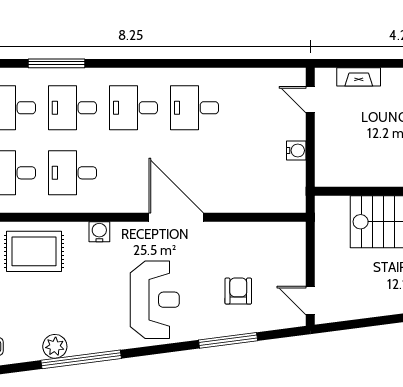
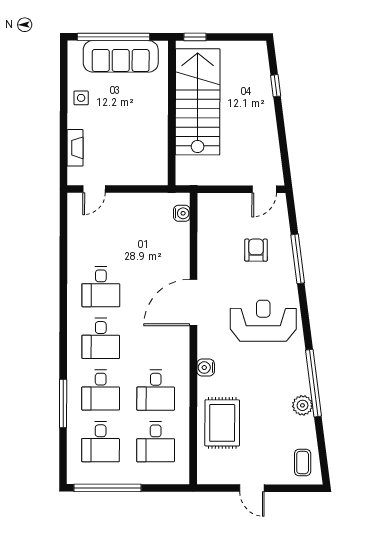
water cooler: (296, 150) -> (182, 213), moved, turned 90
armchair: (238, 291) -> (256, 250), turned 90

